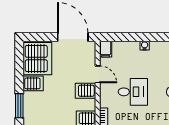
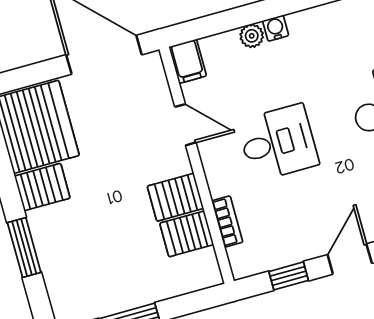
plant: (134, 46) -> (252, 36), added
server rack: (86, 91) -> (175, 197), moved

